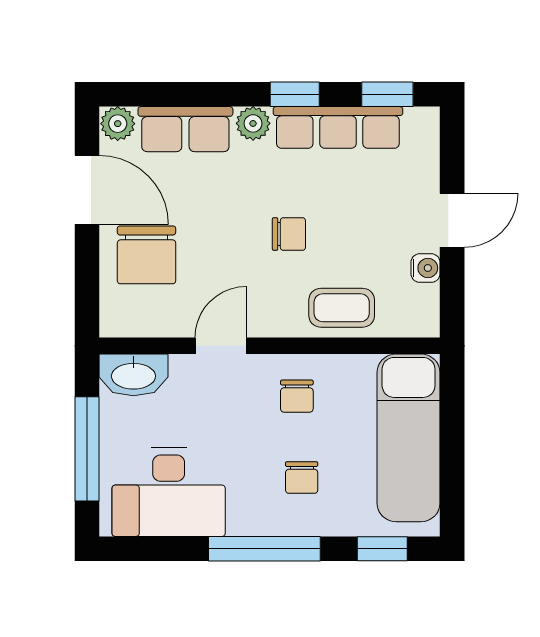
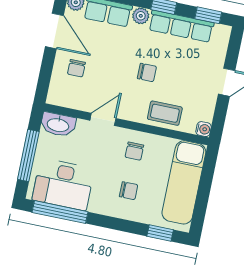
chair: (147, 255) -> (76, 68), width x0.54, depth x0.54
water cooler: (426, 268) -> (204, 129), moved
chair: (302, 477) -> (129, 191), turned -90
window: (264, 549) -> (60, 212), moved

